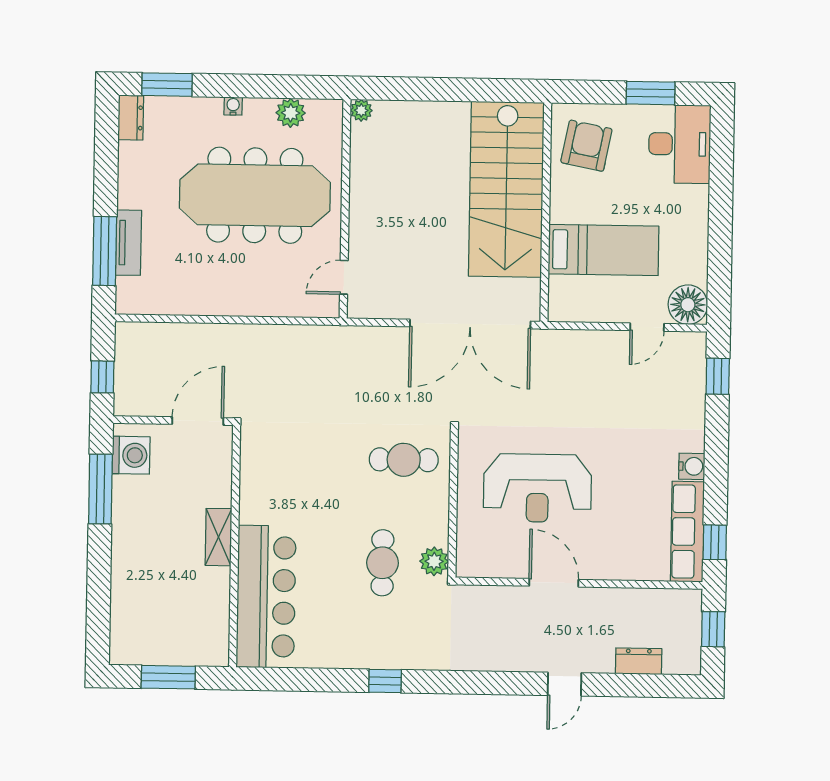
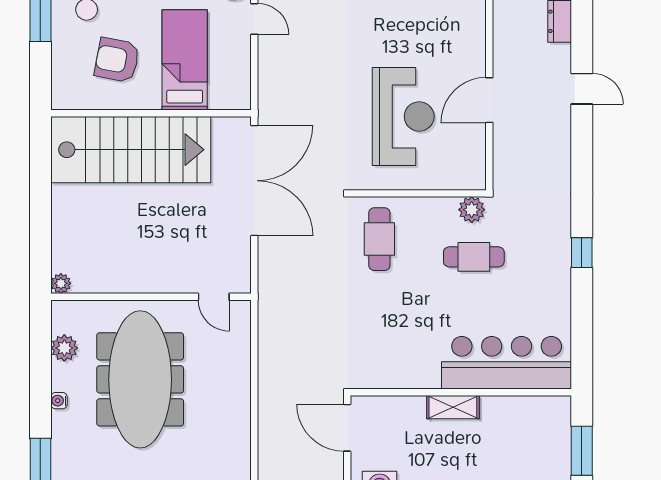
armchair: (586, 146) -> (117, 60), moved

